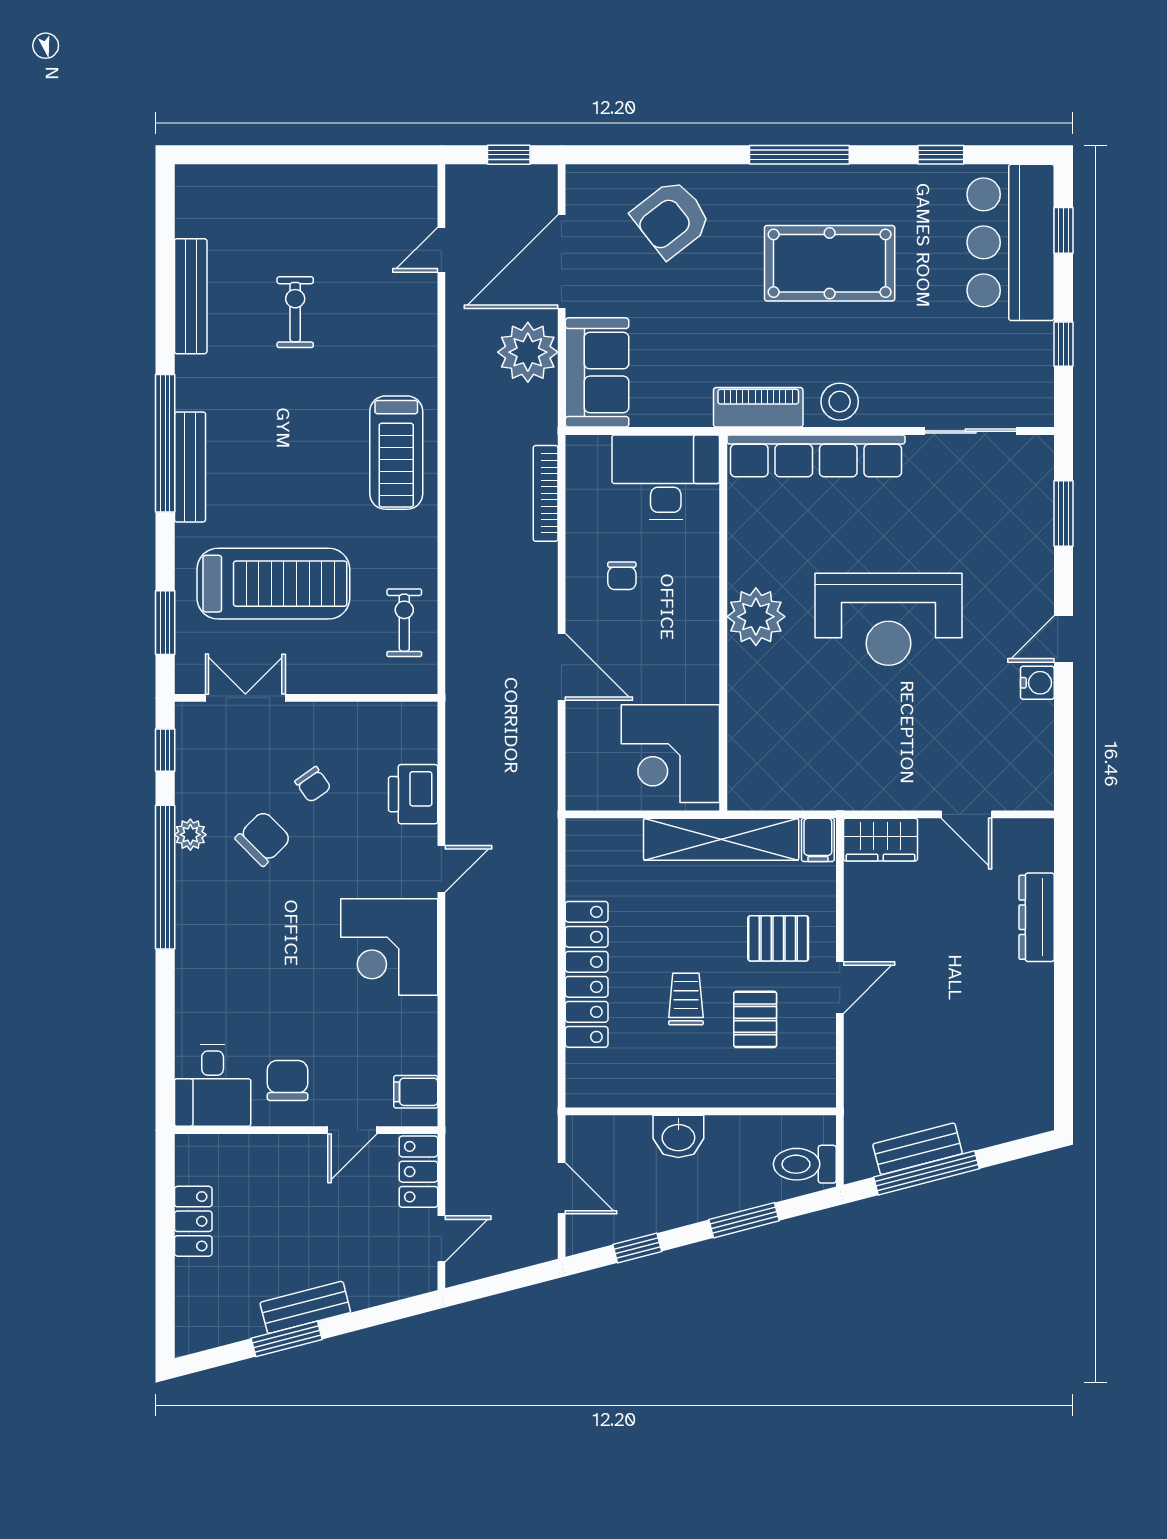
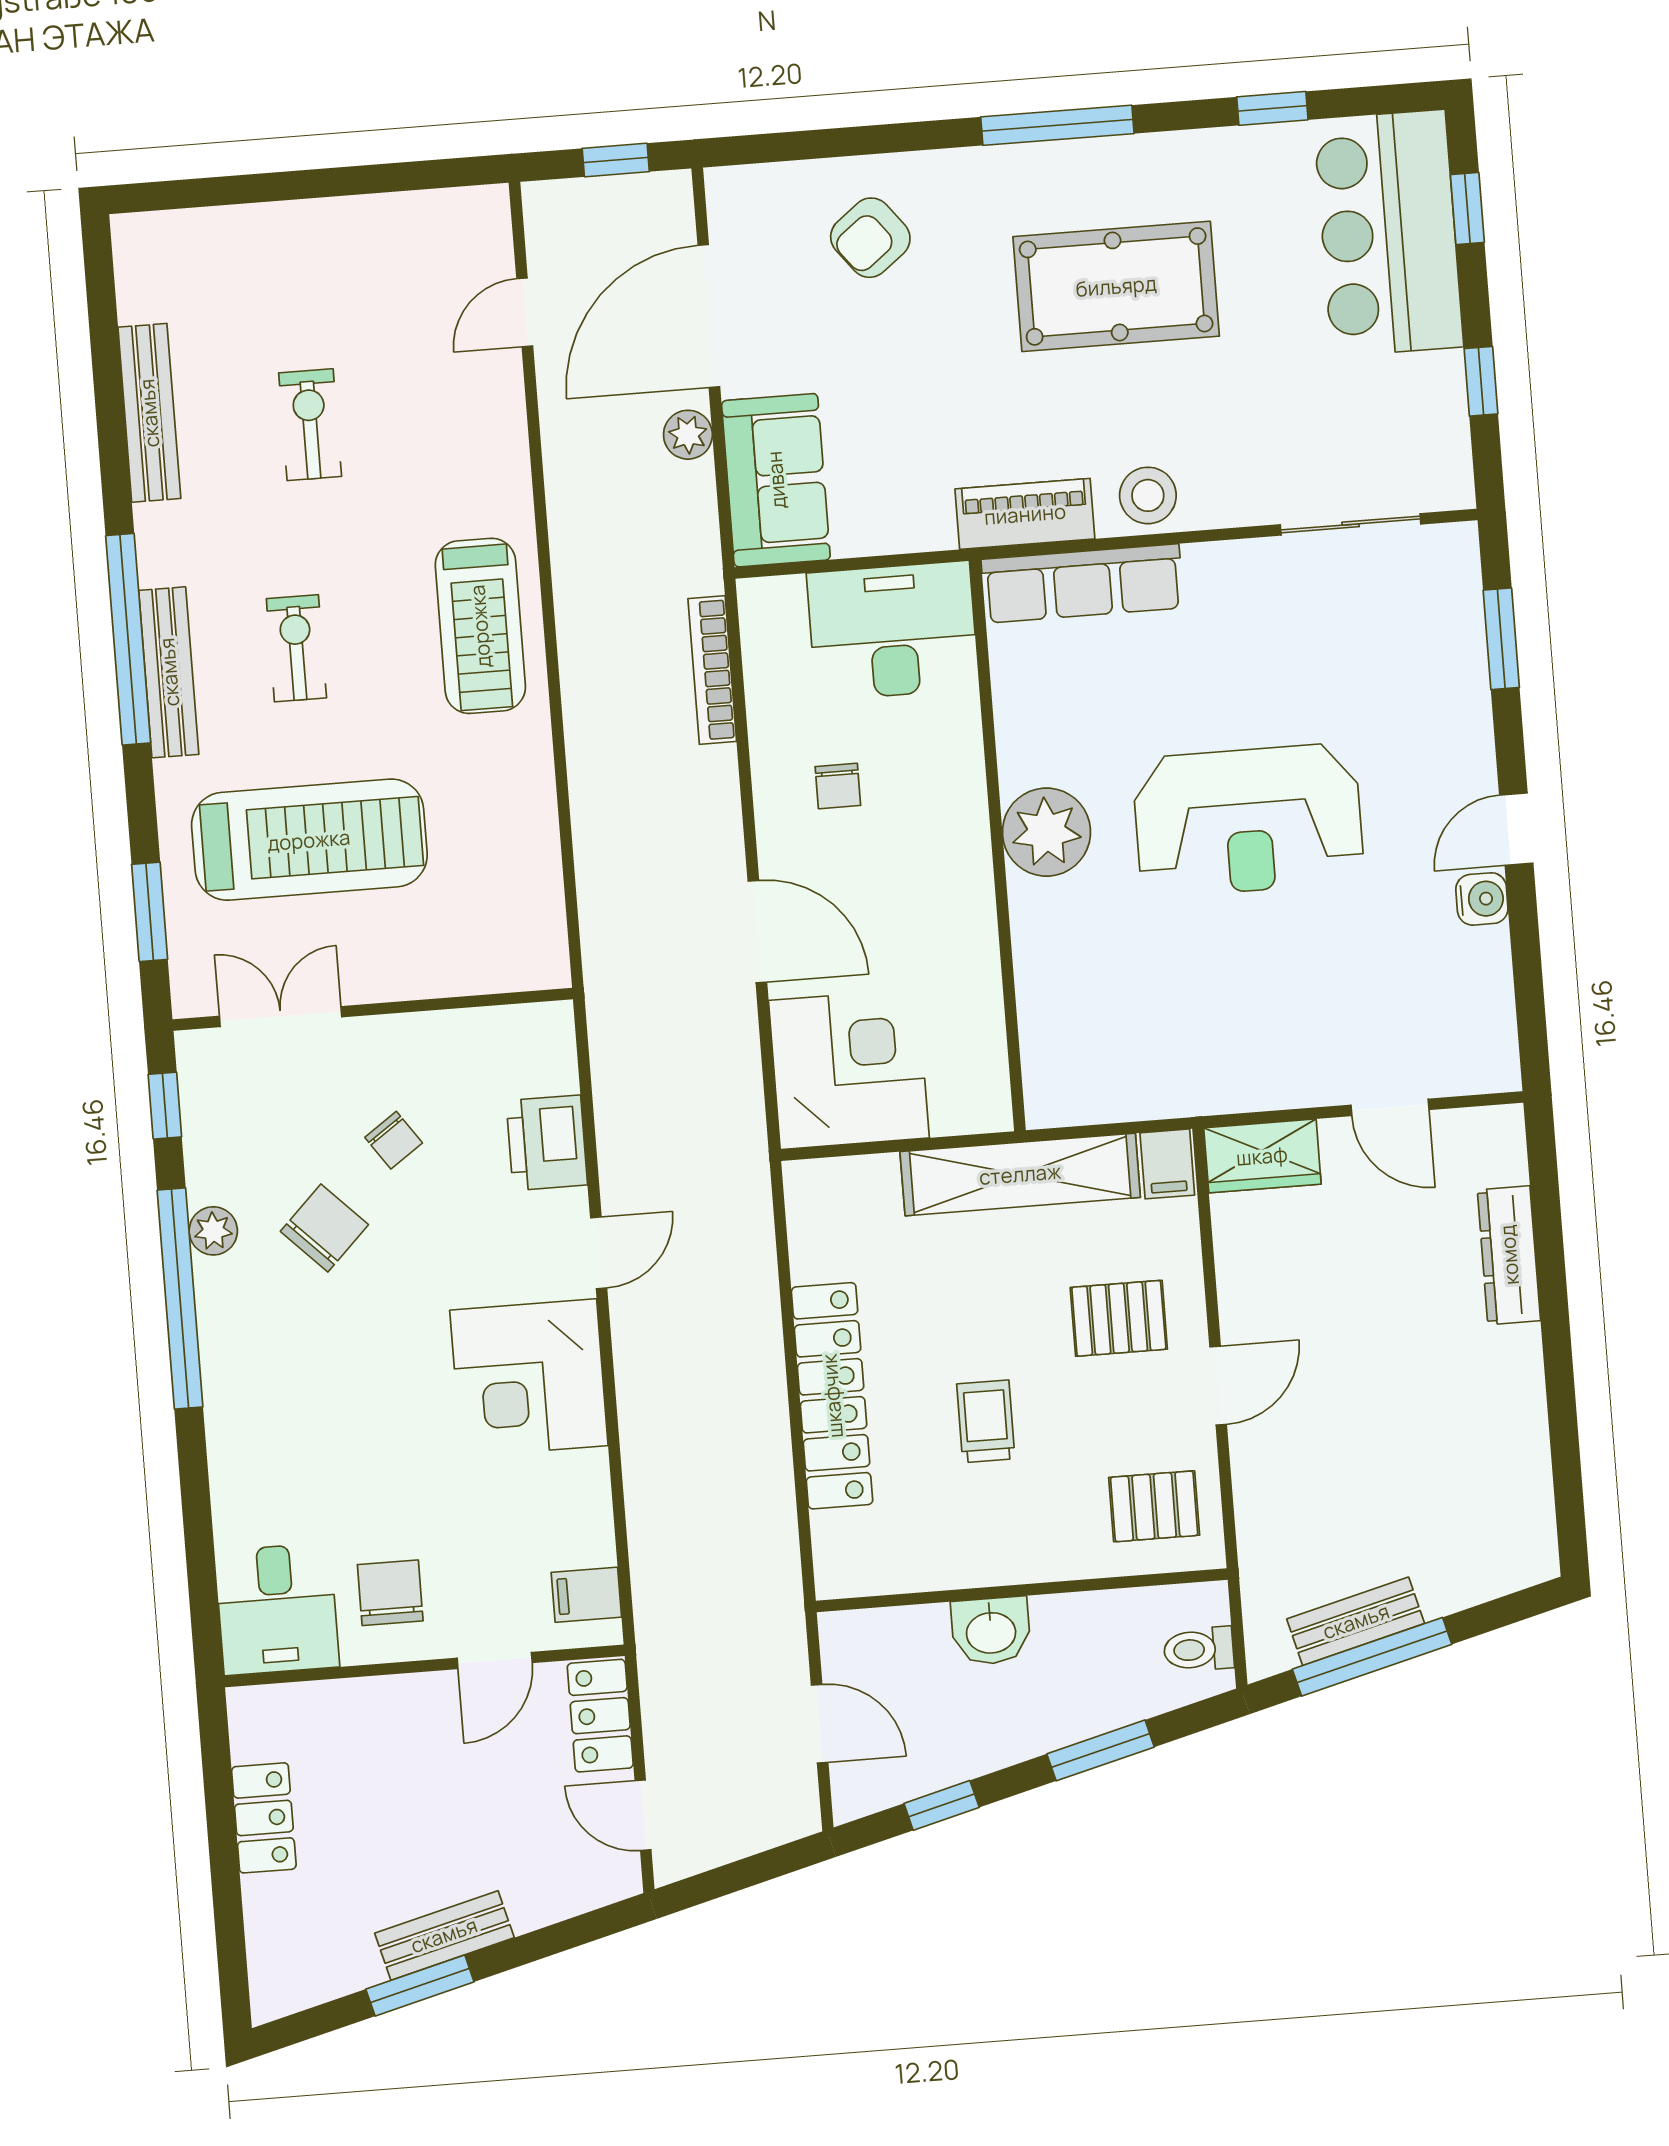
armchair: (671, 219) -> (870, 238), width x0.72, depth x0.72
plant: (528, 352) -> (688, 435), width x0.53, depth x0.53
row of seats: (816, 456) -> (1082, 584), width x0.73
exercise bike: (404, 623) -> (296, 648), moved
corner desk: (670, 754) -> (849, 1069), moved, turned 180
pallet: (755, 1019) -> (1154, 1506), moved, turned 90
toilet: (805, 1164) -> (1199, 1649), width x0.73, depth x0.72
door: (441, 1239) -> (643, 1815), swing flipped

